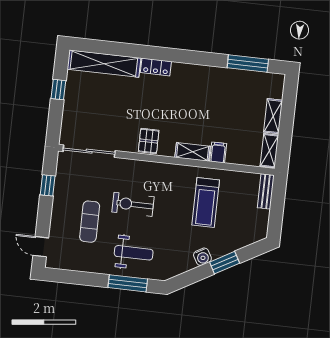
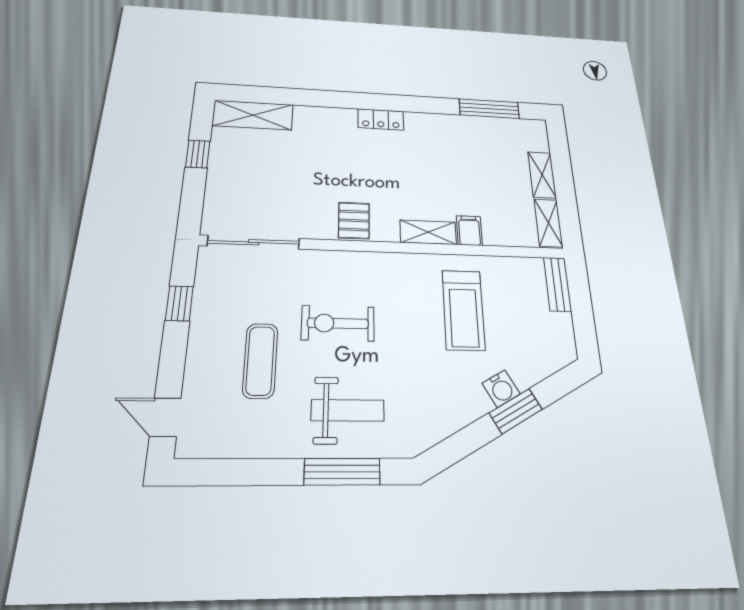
shelving: (104, 64) -> (253, 115), width x0.68
locker: (156, 67) -> (381, 119), moved
water cooler: (202, 257) -> (501, 389), moved

